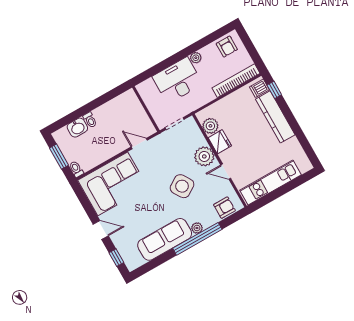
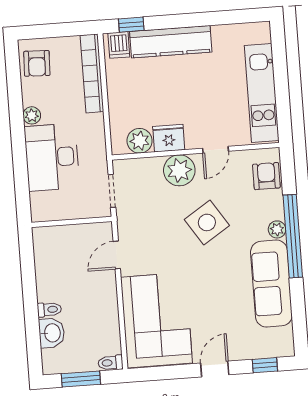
armchair: (227, 47) -> (37, 63), turned 92

